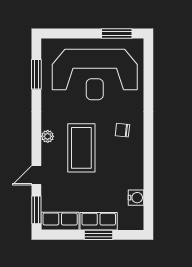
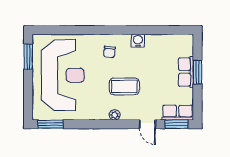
window: (36, 74) -> (50, 124), moved
coffee table: (81, 148) -> (124, 86), width x0.73, depth x0.76
water cooler: (136, 198) -> (138, 41), moved
row of seats: (60, 221) -> (178, 113), moved, turned 90

